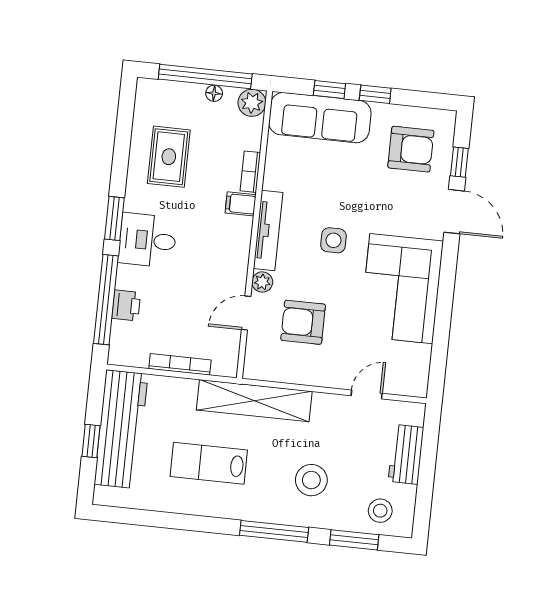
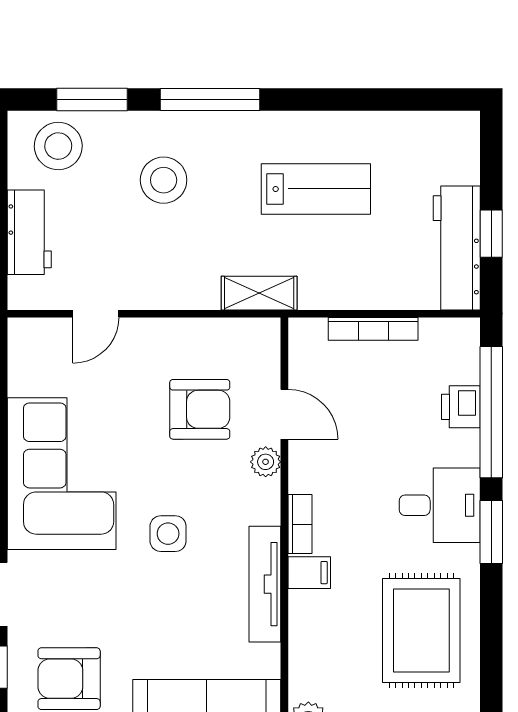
rug: (169, 157) -> (421, 630), width x1.36, depth x1.43
bookcase: (250, 172) -> (300, 524), moved
tv unit: (268, 231) -> (265, 584), moved
door: (246, 313) -> (284, 414), hinge flipped
shelving: (254, 401) -> (259, 293), width x0.45, depth x0.75
workbench: (121, 429) -> (457, 248), width x0.73, depth x0.76
window: (91, 441) -> (491, 234), moved
stool: (380, 511) -> (58, 146), width x1.38, depth x1.38

